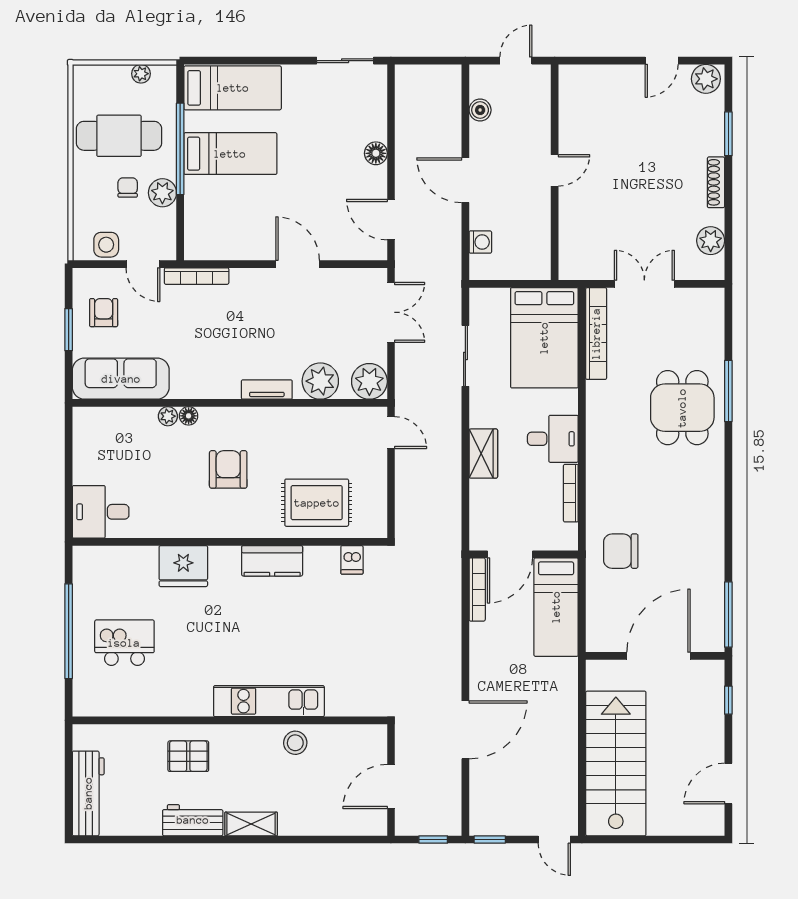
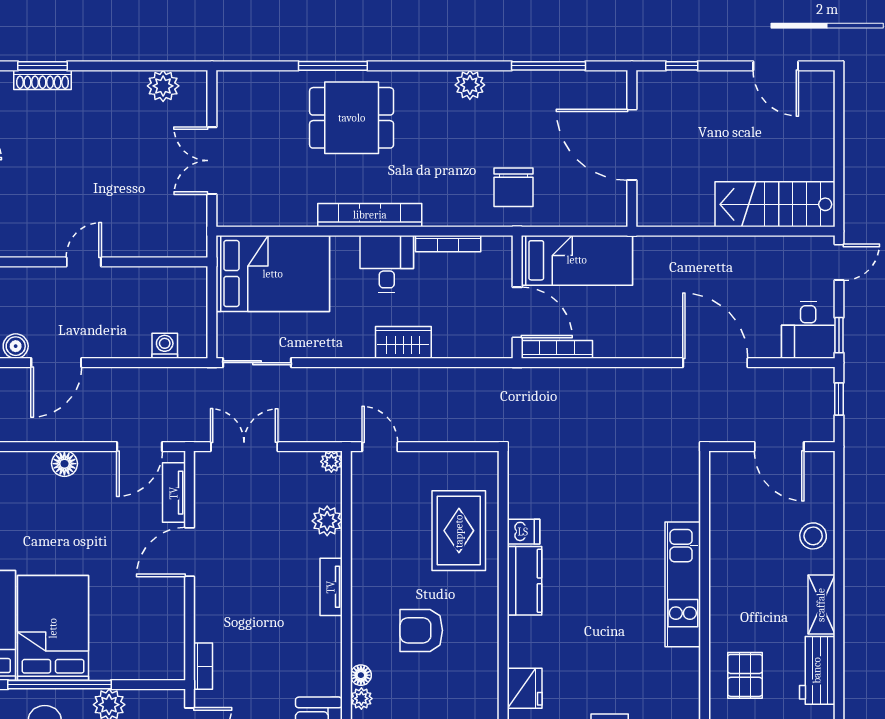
bed: (230, 154) -> (53, 628), width x1.50
door: (555, 170) -> (84, 262), hinge flipped
door: (465, 180) -> (56, 363), moved
shoe rack: (716, 182) -> (43, 80), moved
tv unit: (350, 250) -> (174, 493), added
bookcase: (197, 276) -> (203, 666), width x0.64
bookcase: (596, 334) -> (370, 215), moved
sliding door: (465, 356) -> (257, 363), moved
plant: (320, 381) -> (327, 521), width x0.73, depth x0.73
plant: (369, 381) -> (331, 462), width x0.53, depth x0.53
door: (391, 433) -> (380, 447), hinge flipped
plant: (712, 512) -> (470, 85), added
dishwasher: (352, 560) -> (523, 532), moved
fridge: (183, 566) -> (525, 688), width x0.73, depth x0.75
window: (728, 615) -> (549, 66), moved
stool: (295, 743) -> (813, 536), moved
stairs: (616, 763) -> (775, 204), width x0.73, depth x0.66
desk: (495, 812) -> (808, 330), added

